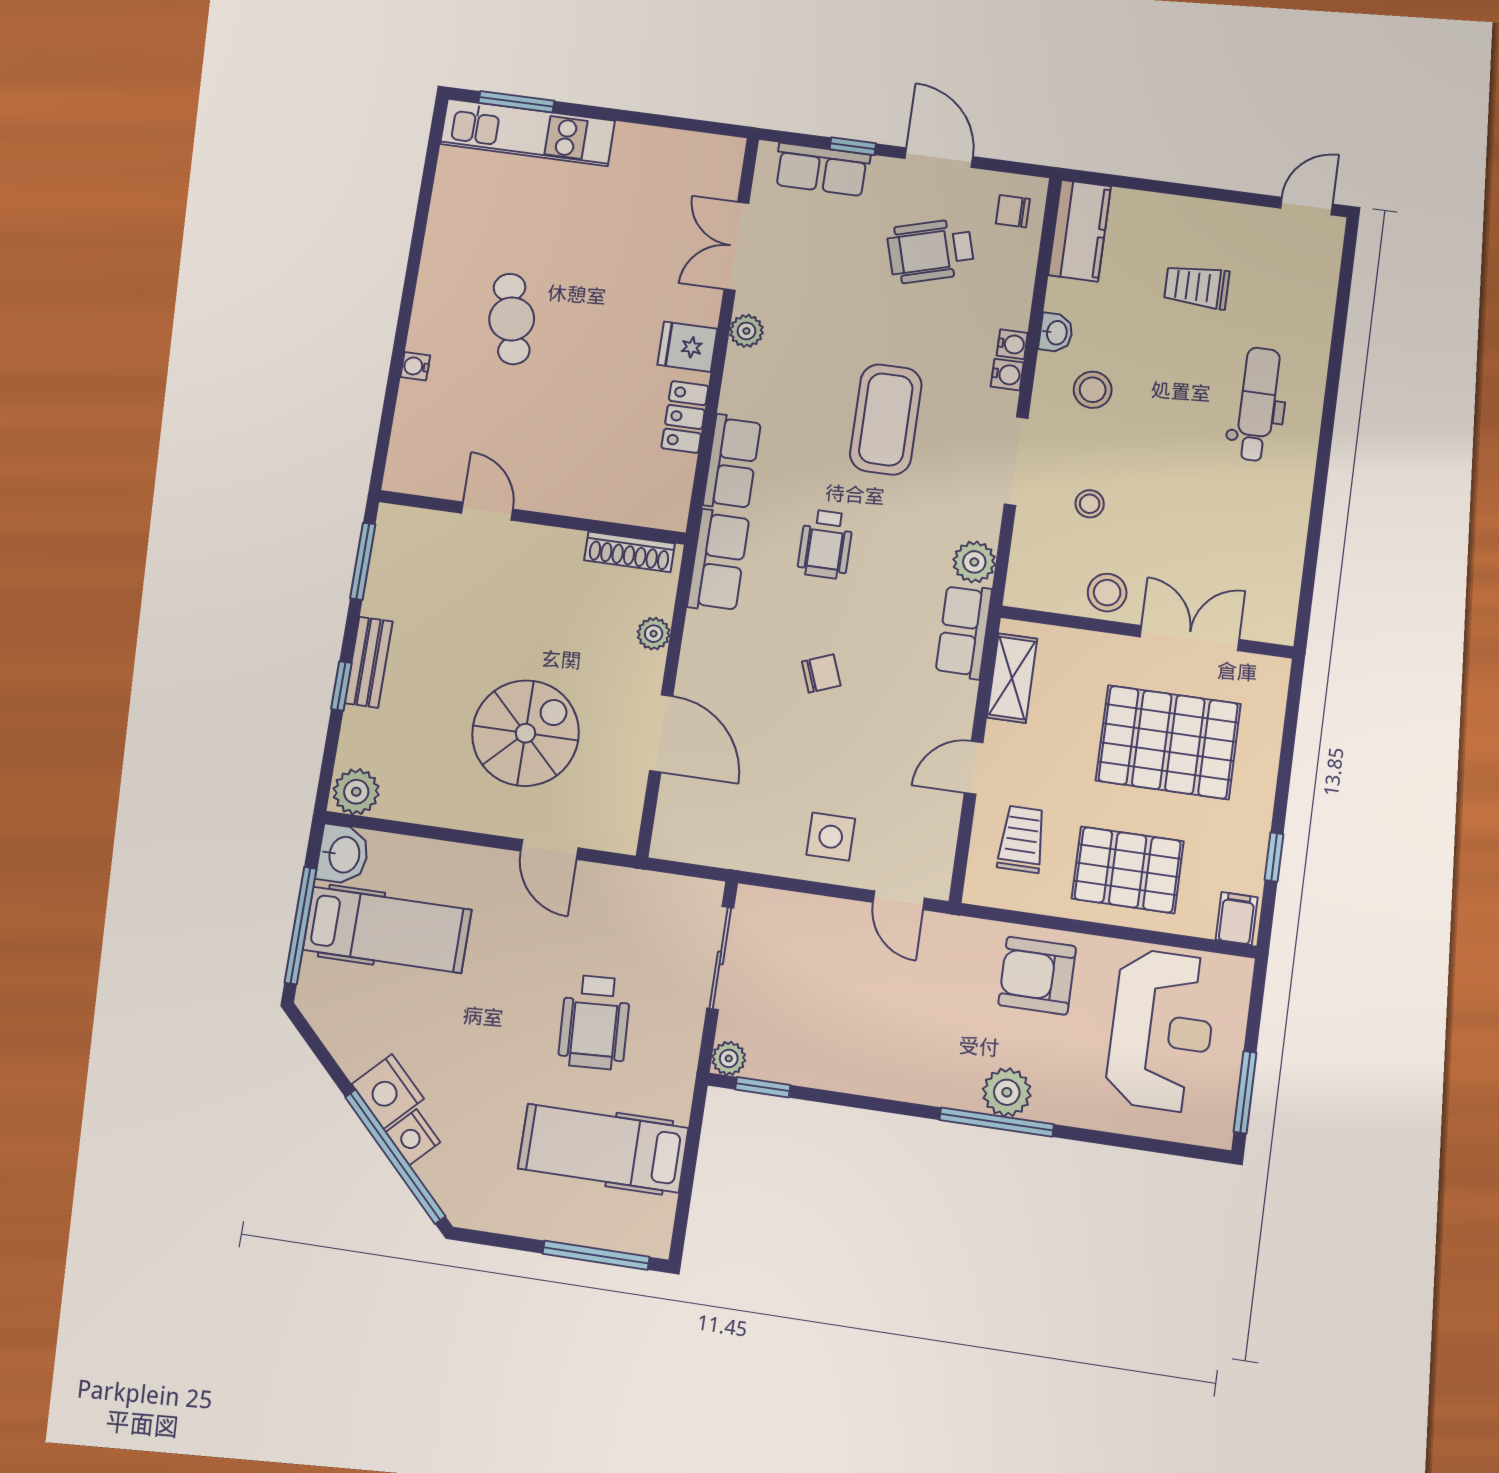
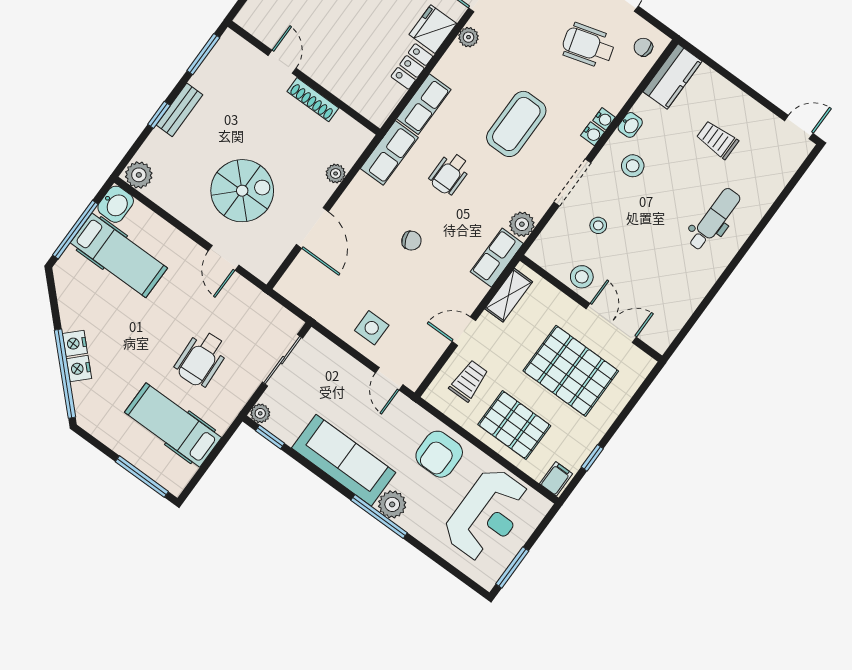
fridge: (687, 347) -> (433, 29), width x1.38
shoe rack: (630, 552) -> (313, 100), moved
armchair: (1037, 976) -> (439, 454), turned -90
sofa: (895, 1063) -> (344, 460), added
nightstand: (388, 1091) -> (75, 343), width x0.74, depth x0.75

